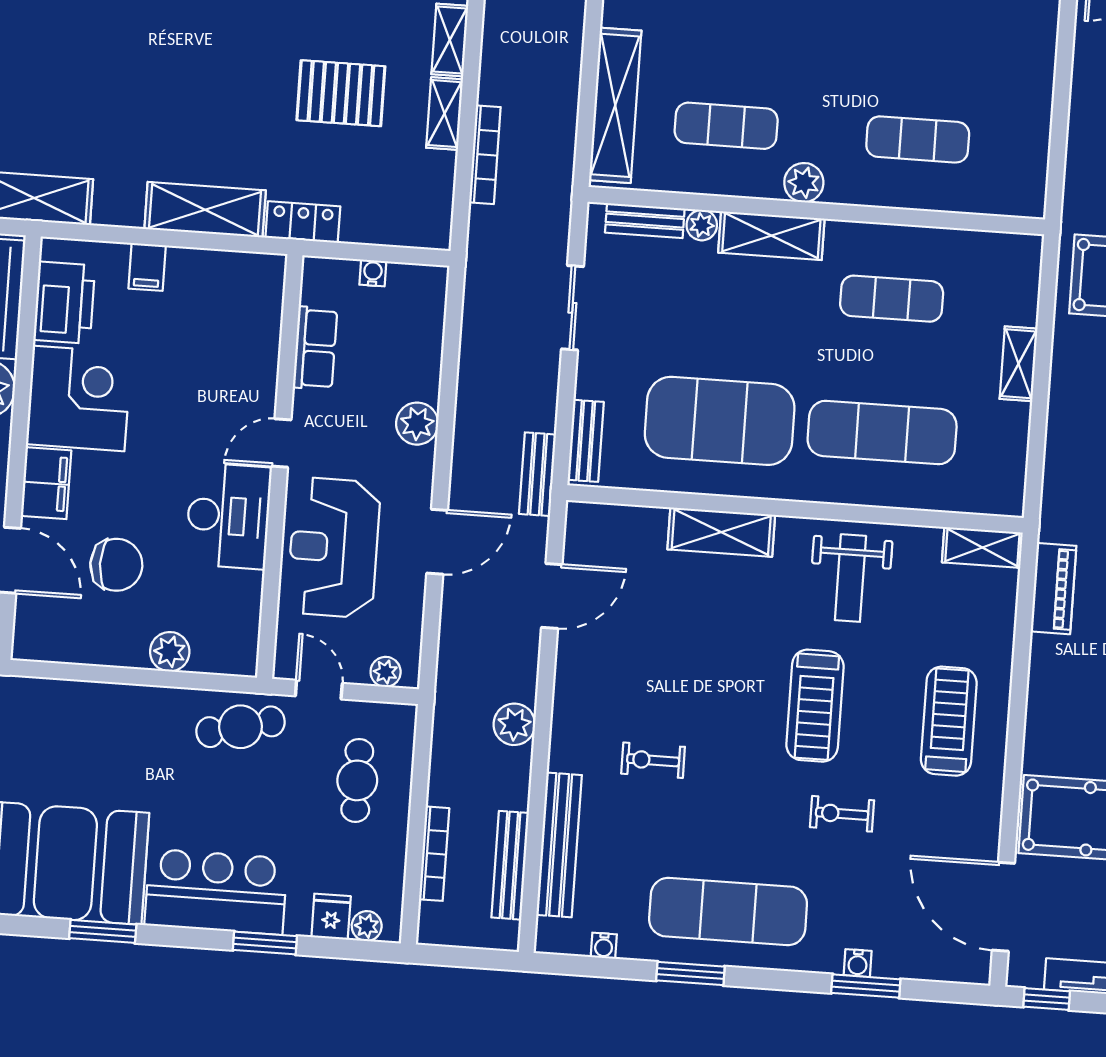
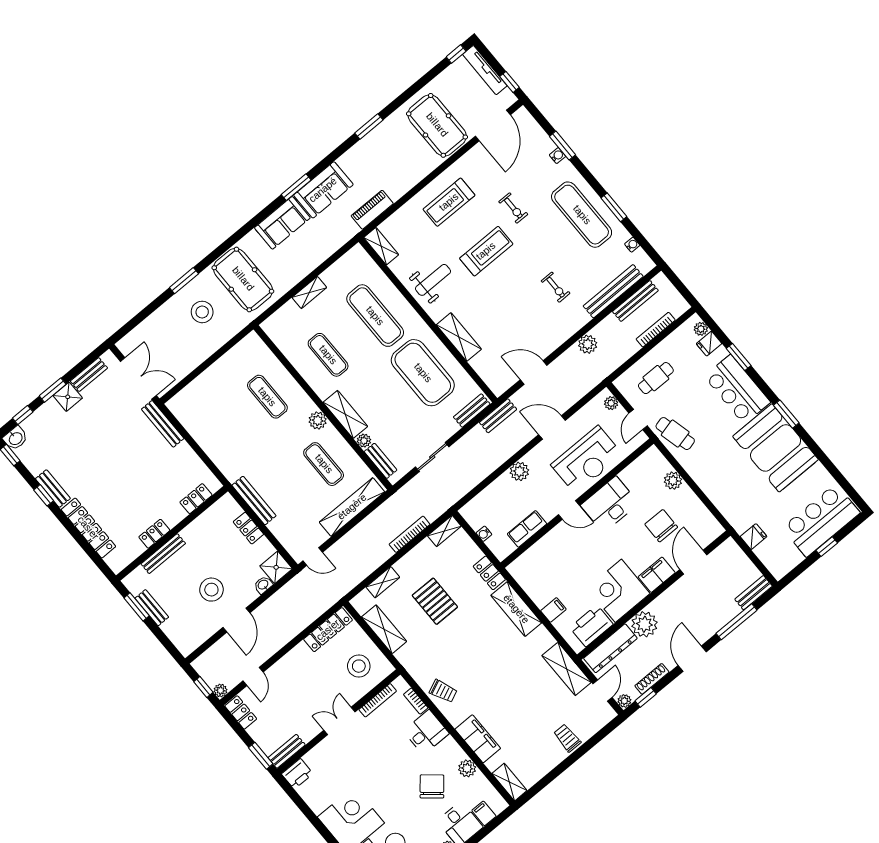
shelving: (445, 114) -> (444, 531), moved

